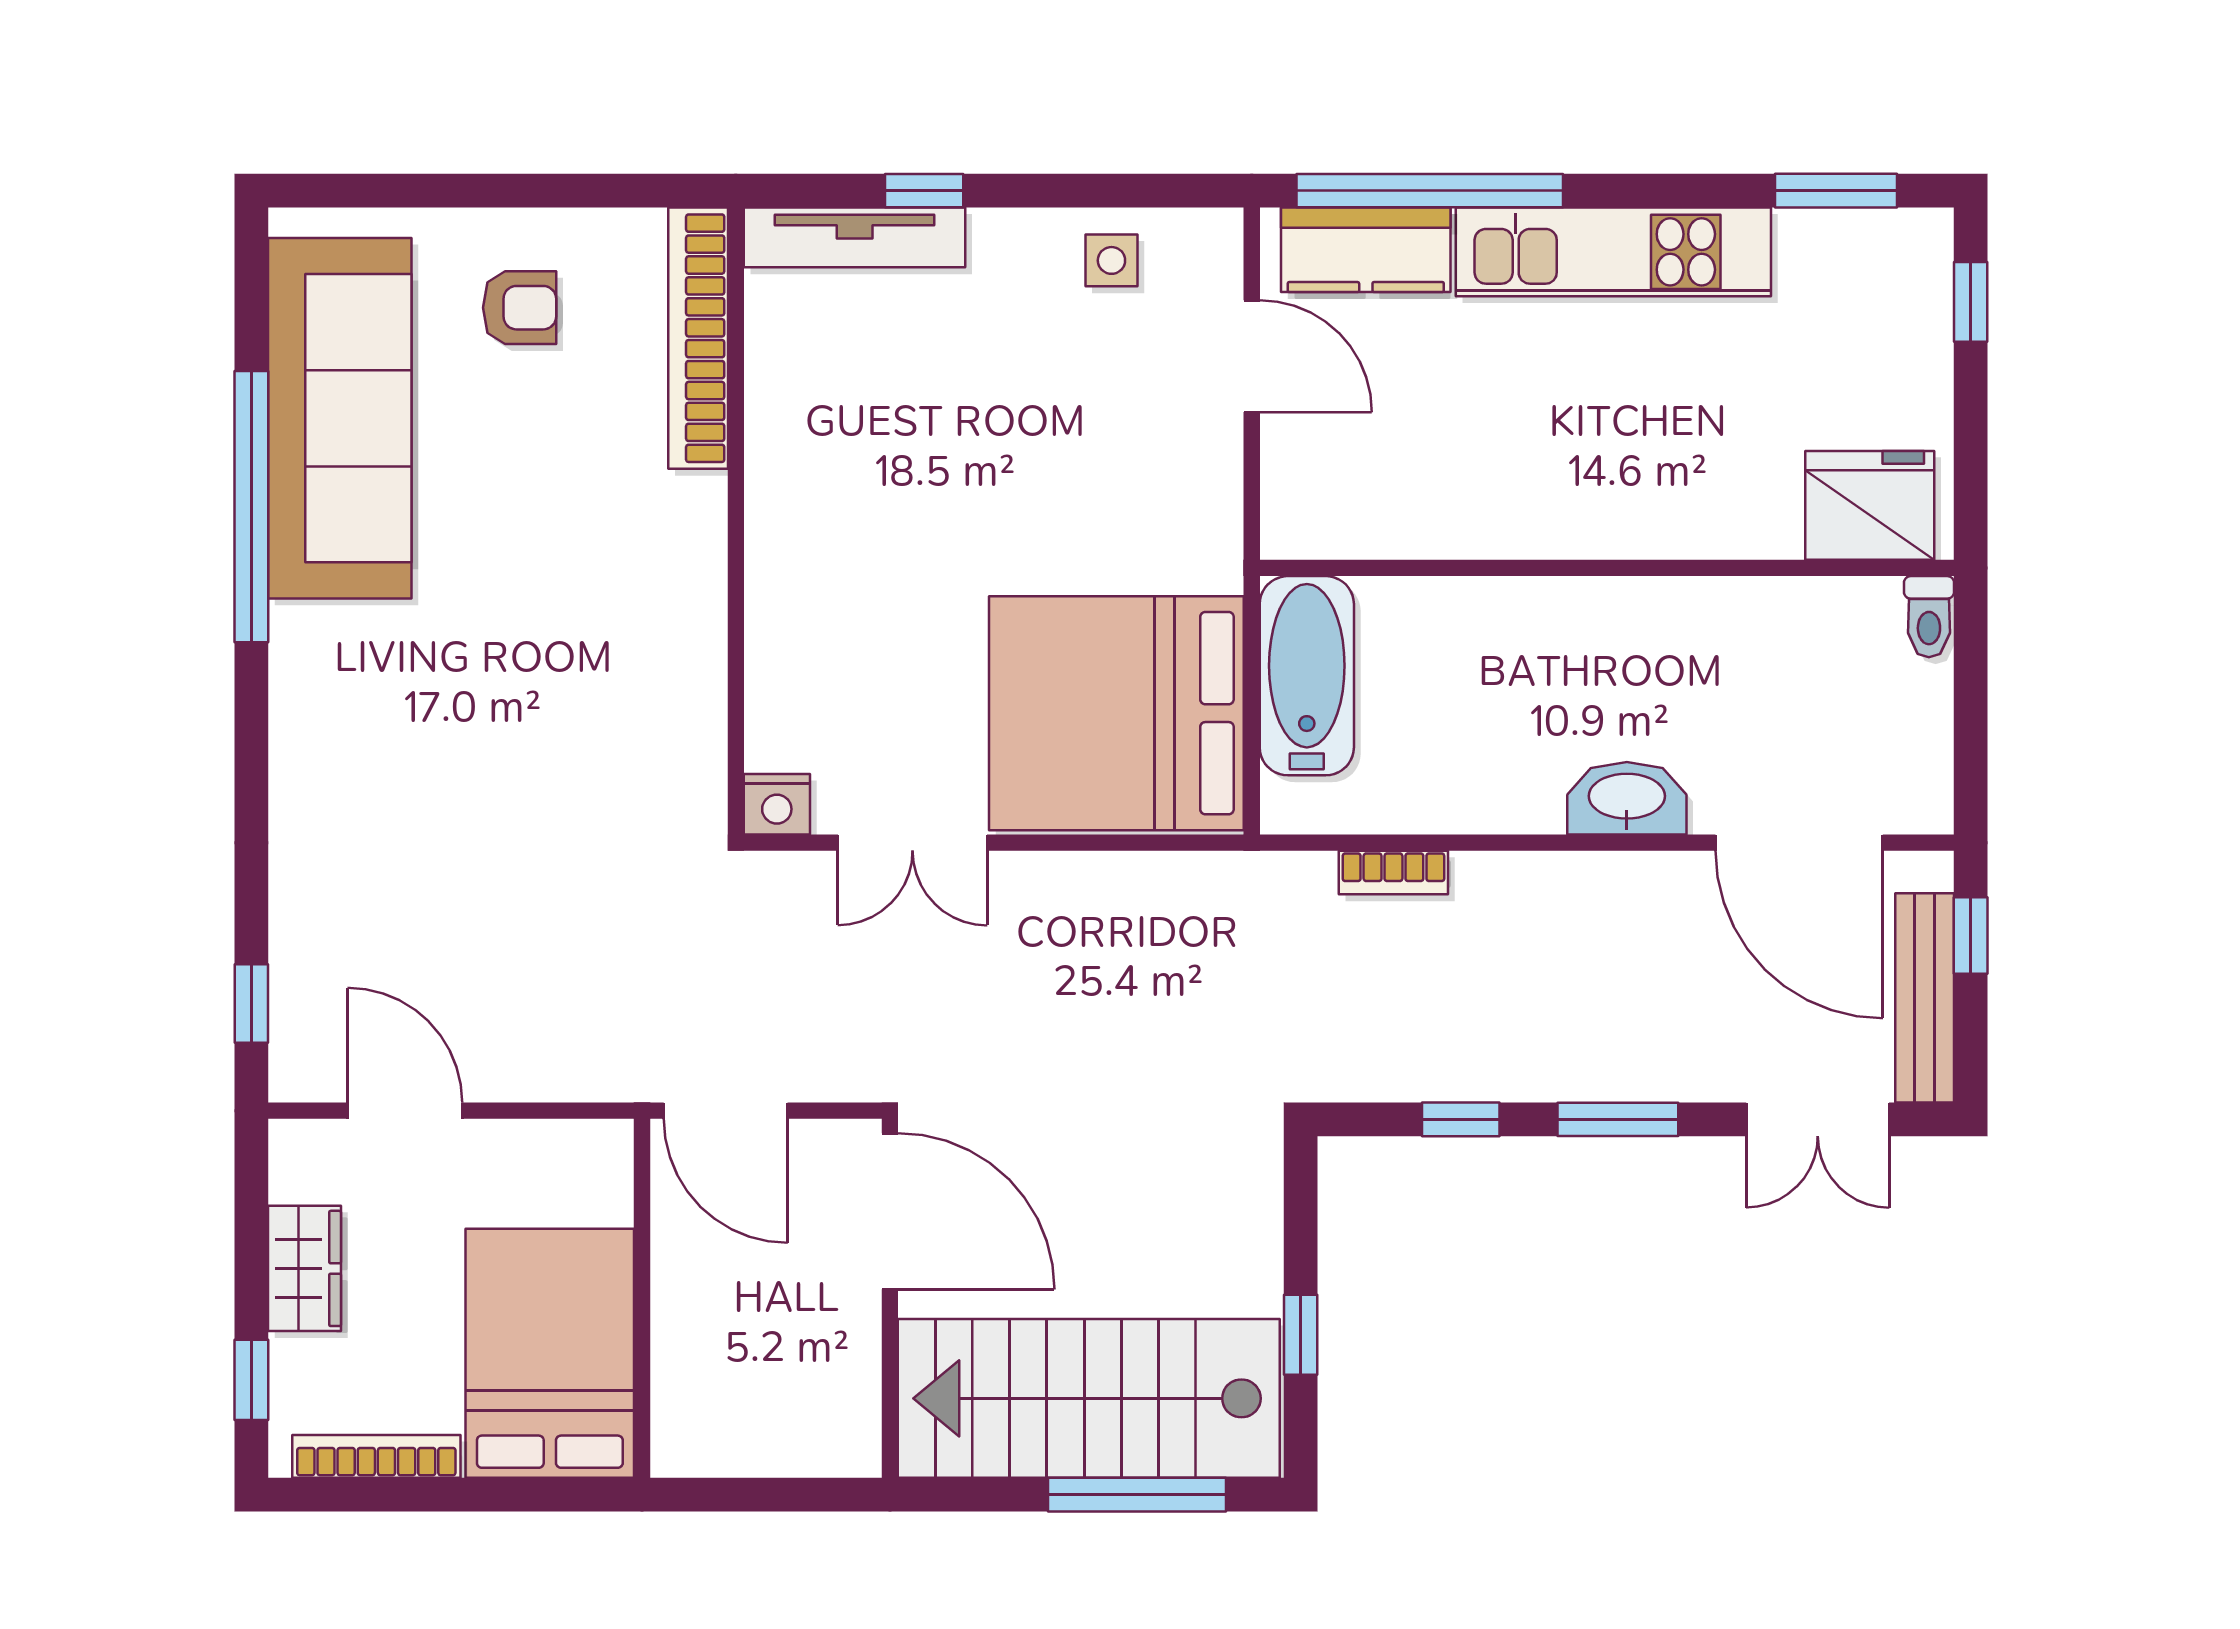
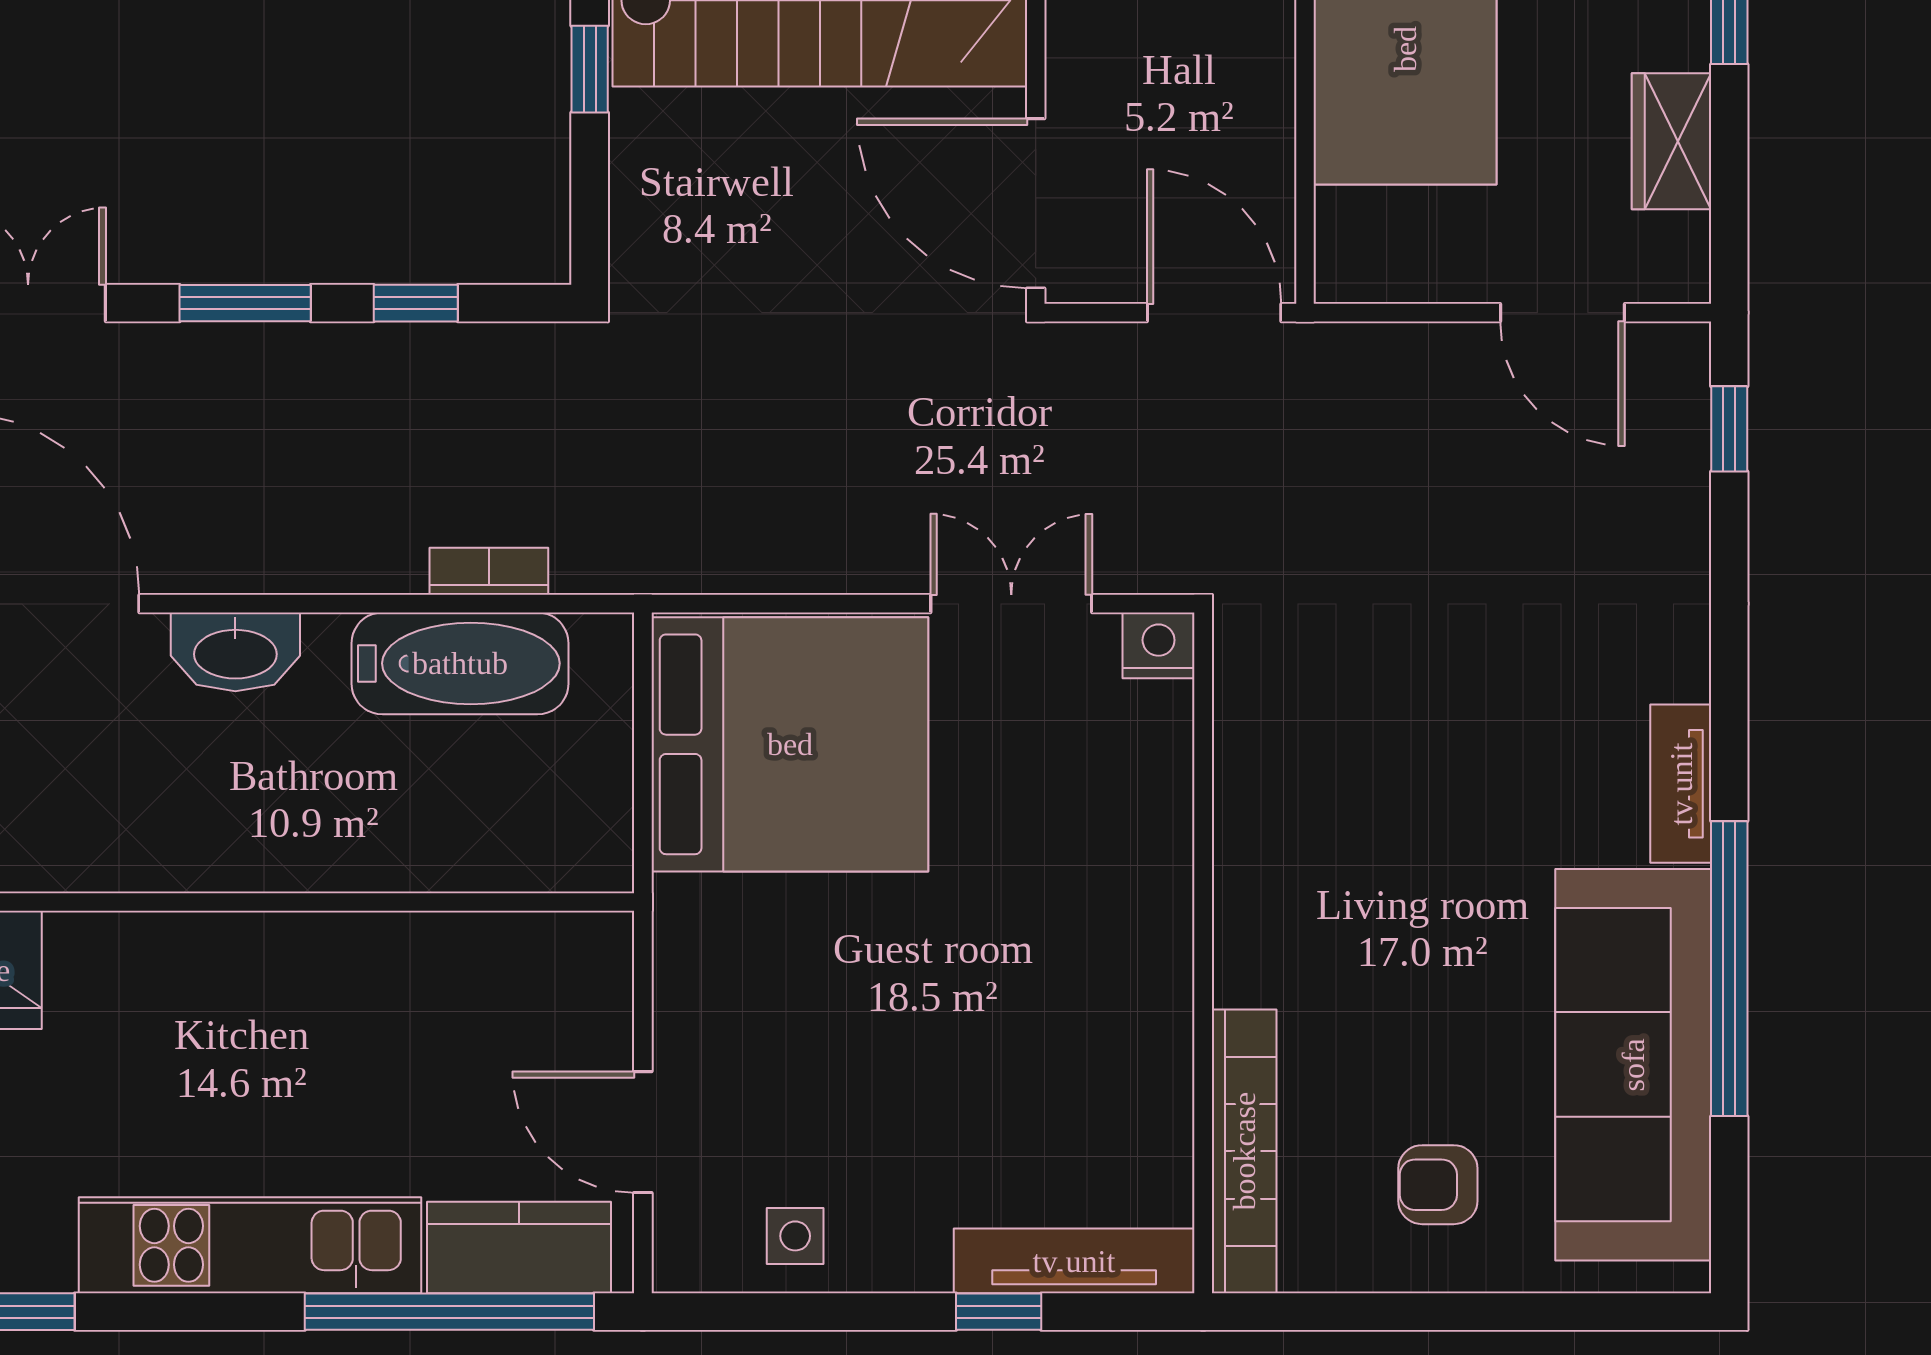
bathtub: (1307, 676) -> (460, 663), moved, turned -90
tv unit: (296, 677) -> (1681, 784), added

